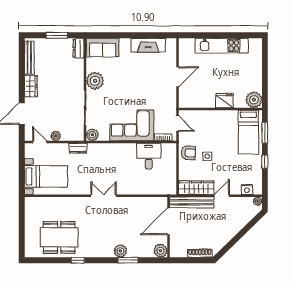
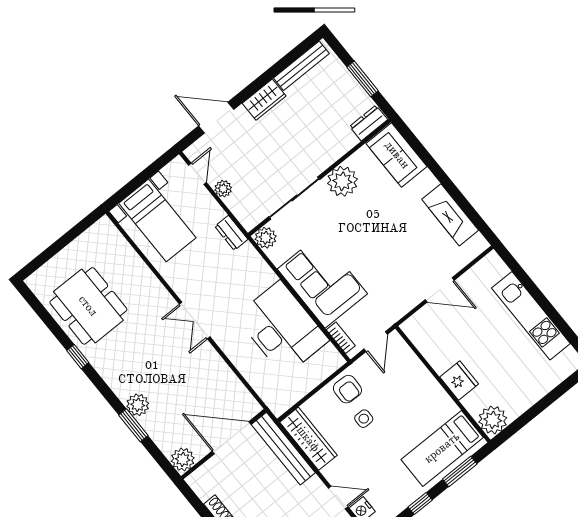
desk: (149, 156) -> (282, 328), width x1.87, depth x1.30
double door: (104, 196) -> (195, 320), swing flipped
door: (222, 196) -> (338, 498), moved

